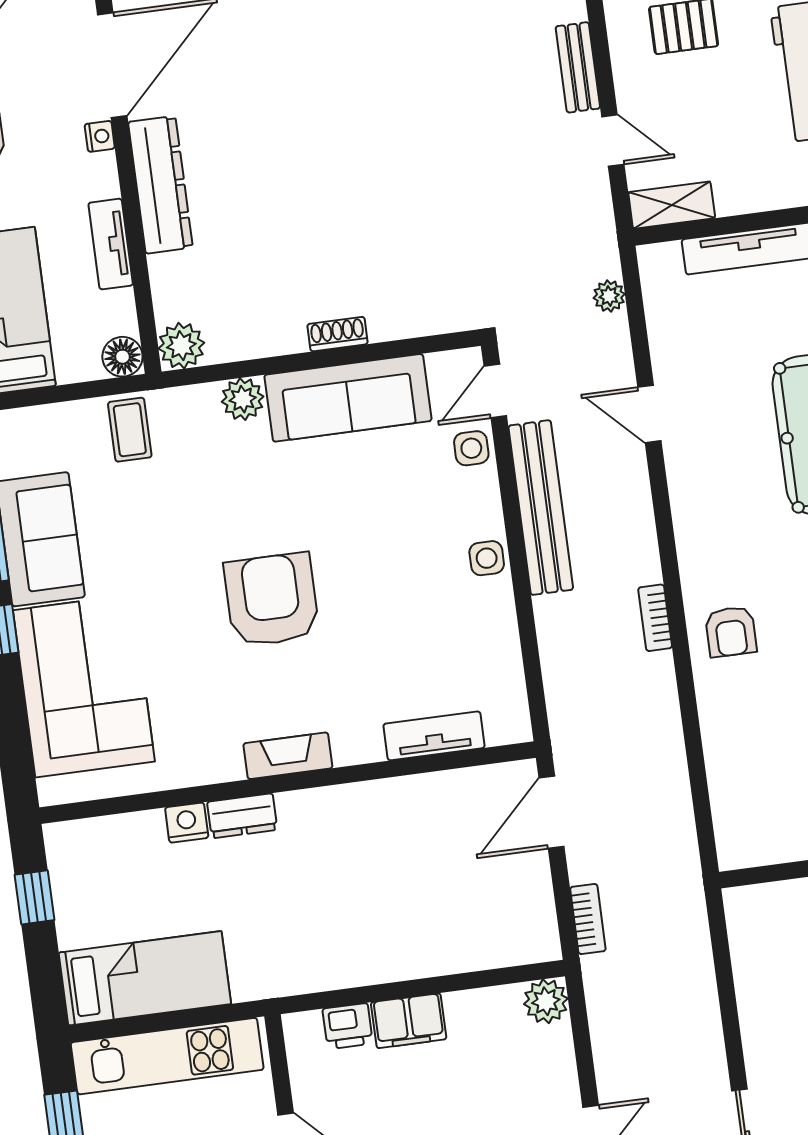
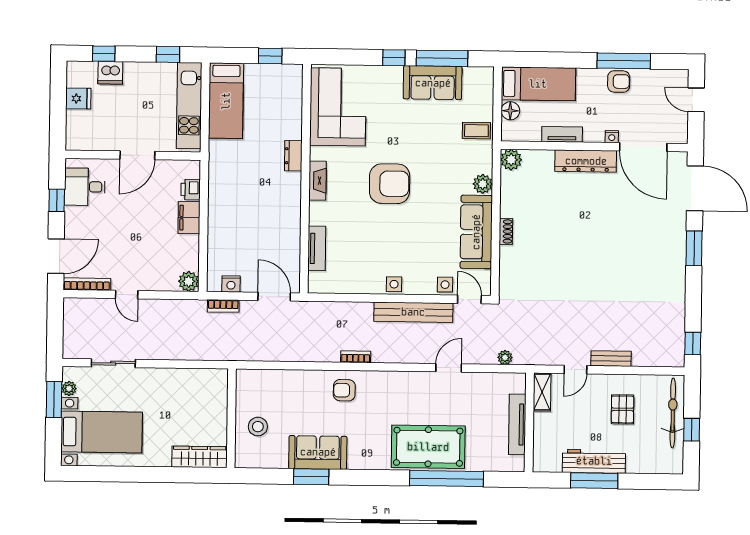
floor lamp: (122, 357) -> (510, 111), moved
corner sofa: (84, 686) -> (338, 107), moved, turned -90
nightstand: (187, 823) -> (231, 284), moved, turned 90

